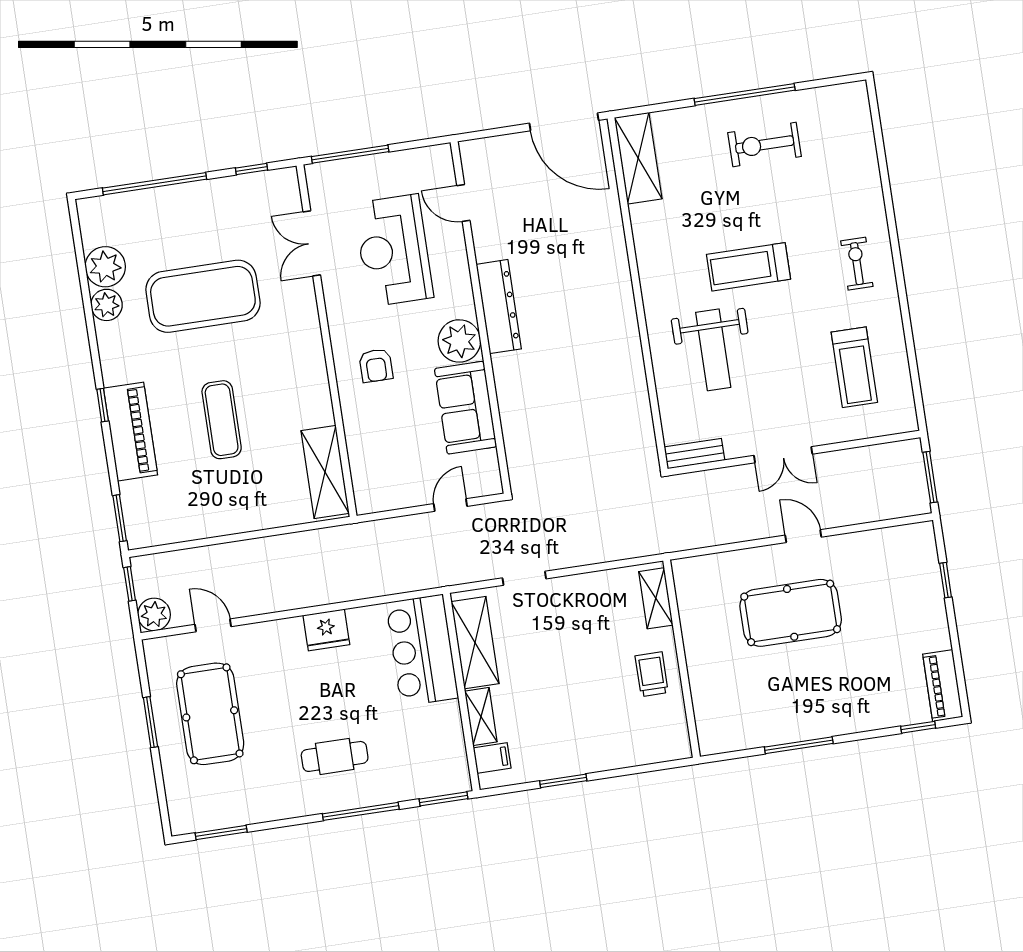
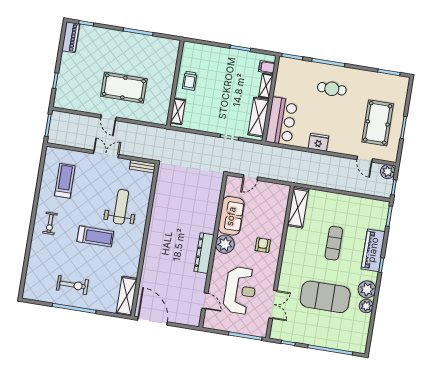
plant: (105, 267) -> (367, 289), moved

